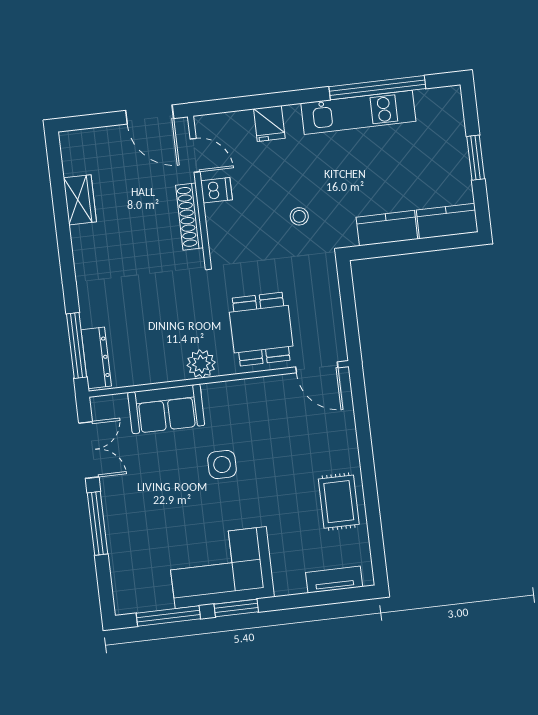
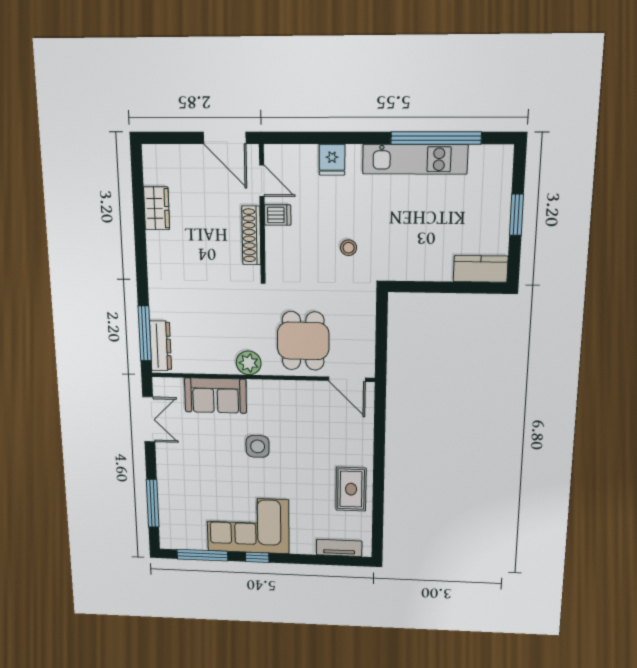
kitchen counter: (387, 228) -> (425, 268), removed
window: (98, 523) -> (153, 503), moved
window: (236, 608) -> (257, 557), width x0.67

